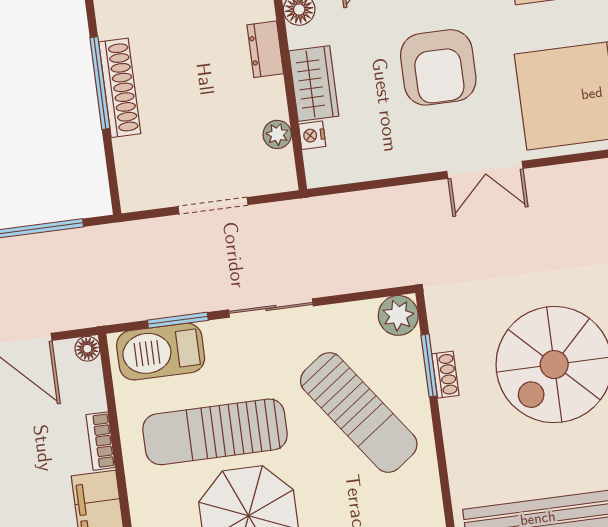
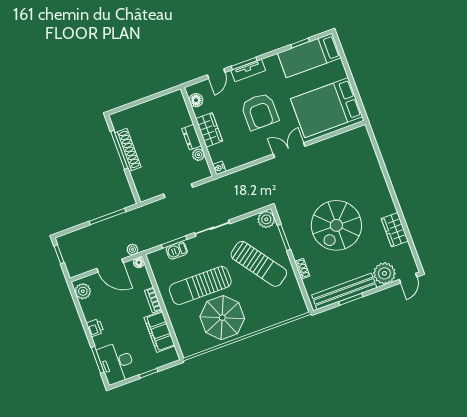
dresser: (265, 49) -> (192, 137), moved
nightstand: (312, 135) -> (219, 168), moved
double door: (485, 170) -> (289, 150), swing flipped
plant: (80, 316) -> (132, 249), added
barbecue: (161, 352) -> (177, 250), width x0.53, depth x0.65
shoe rack: (445, 375) -> (302, 269), moved

